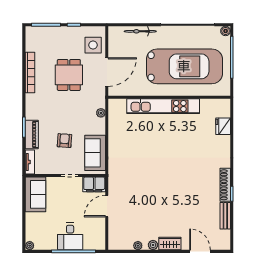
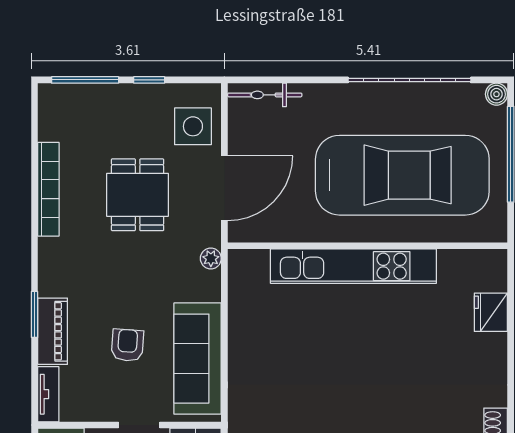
bicycle: (140, 31) -> (265, 95), moved
plant: (101, 113) -> (211, 258), moved
sofa: (95, 153) -> (198, 359), width x1.36

